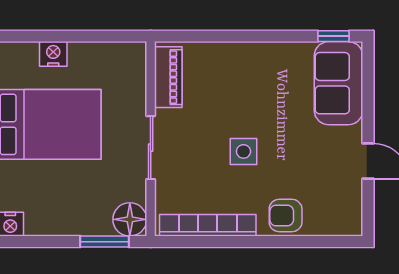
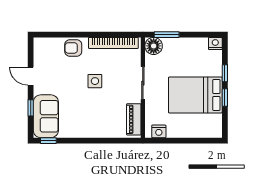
nightstand: (53, 54) -> (159, 131), moved
window: (368, 99) -> (31, 108), added
armchair: (286, 216) -> (73, 48), turned 180

